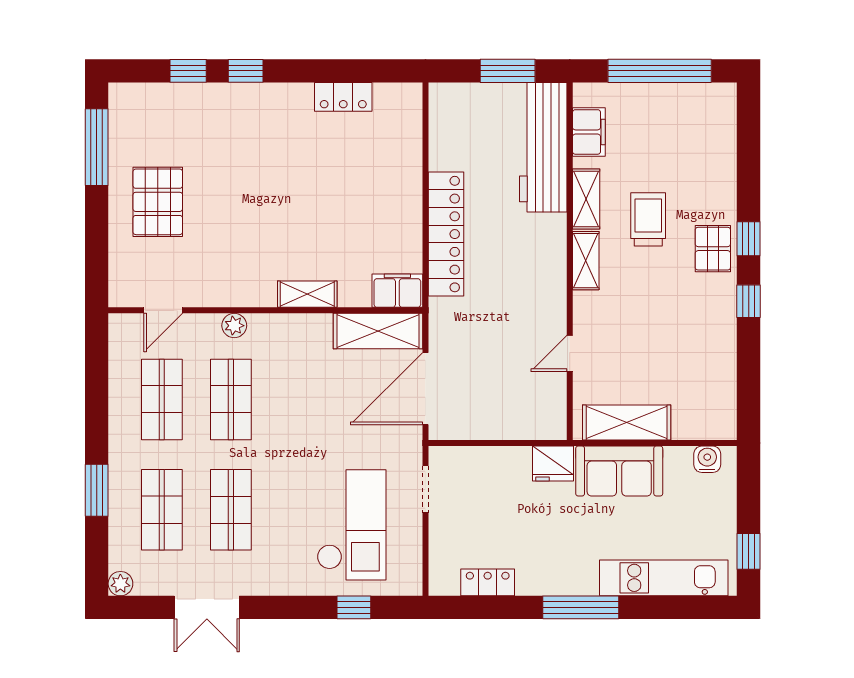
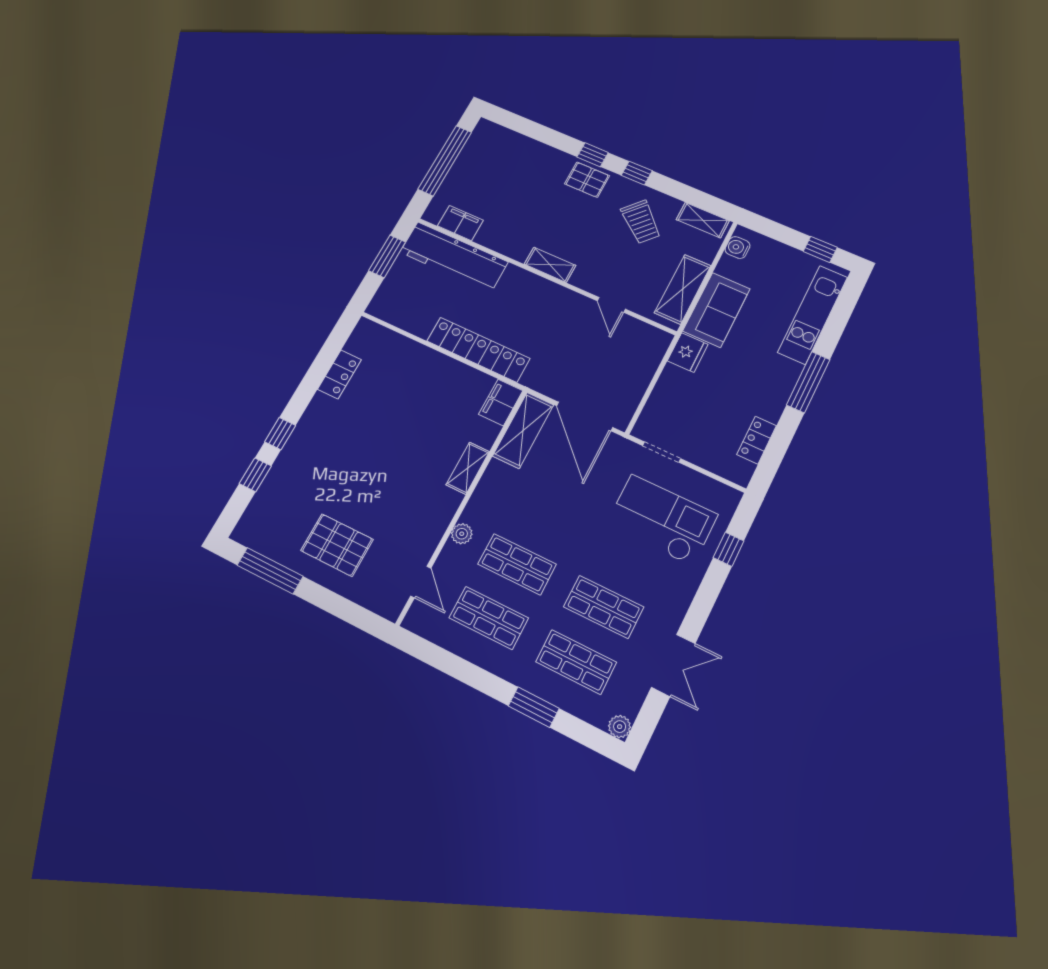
shelving: (586, 199) -> (703, 220), moved
trolley: (648, 219) -> (641, 222), moved, turned -138

